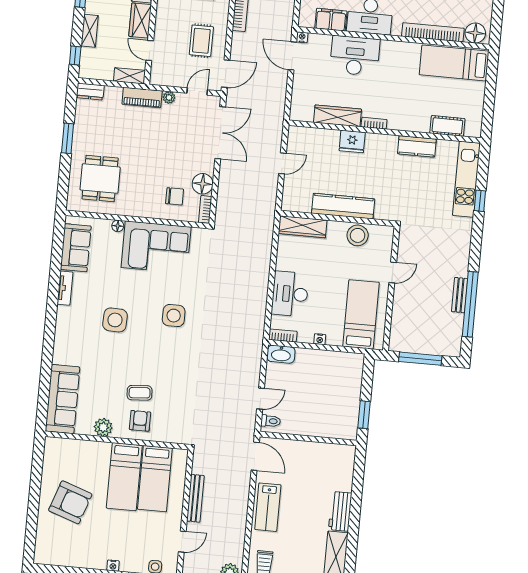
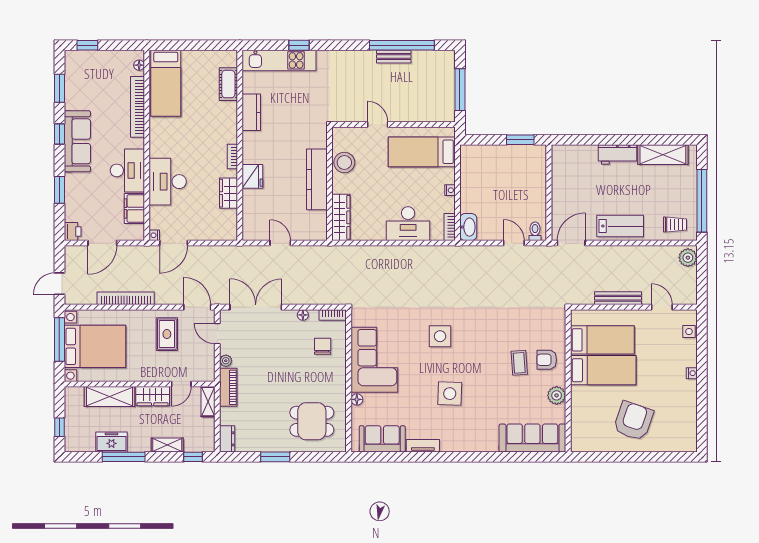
floor lamp: (475, 33) -> (139, 65), width x0.53, depth x0.53
rug: (201, 41) -> (167, 334), turned 90
wardrobe: (338, 116) -> (228, 193), width x0.67
floor lamp: (203, 184) -> (303, 315), width x0.53, depth x0.53

